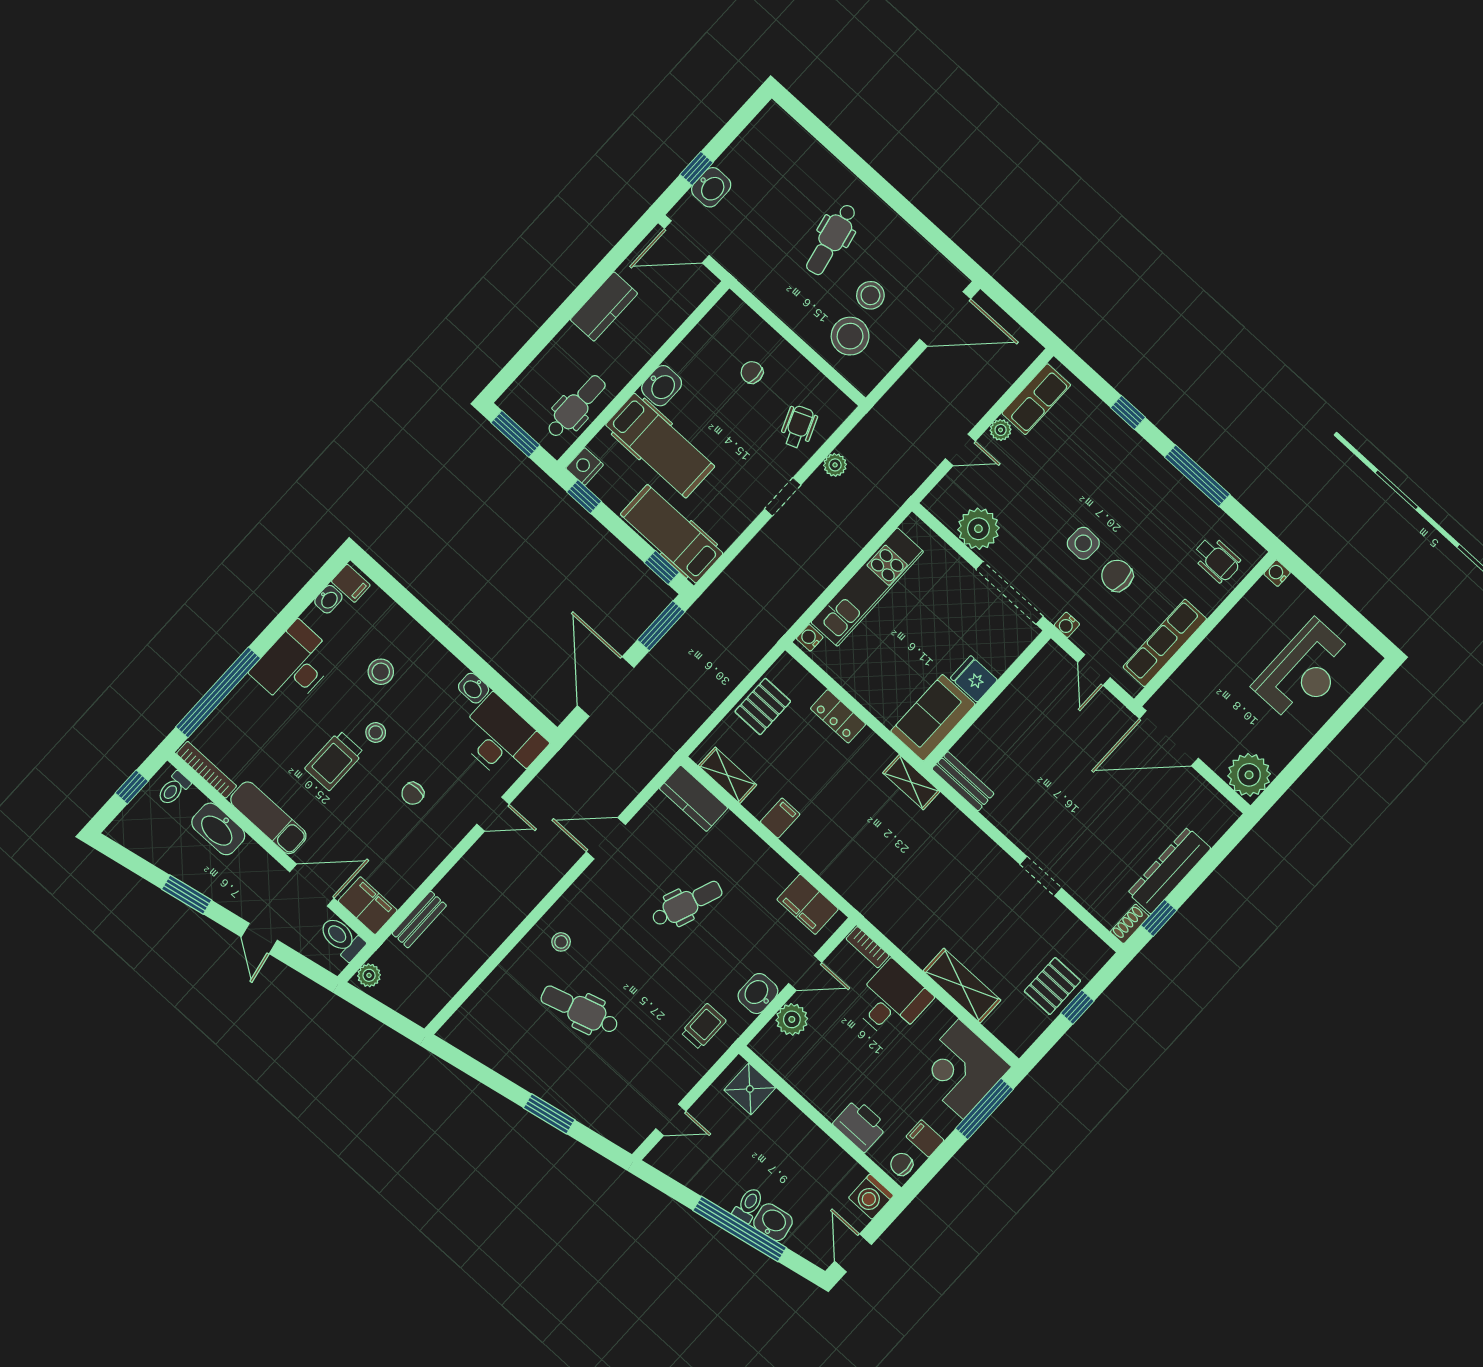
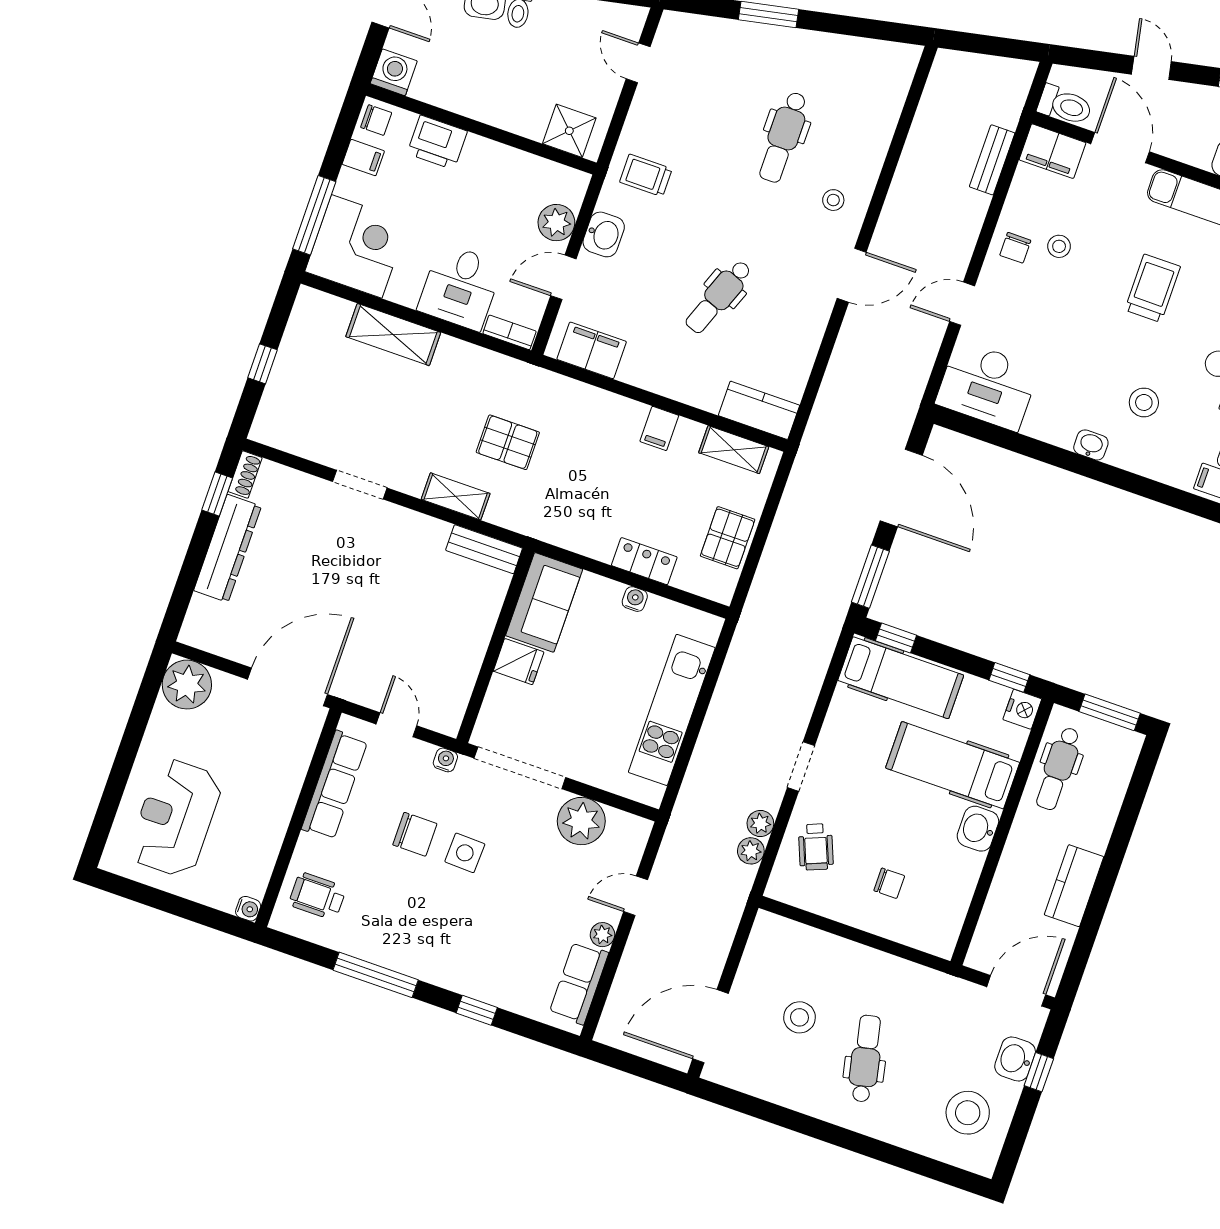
stool: (850, 336) -> (968, 1113), moved
water cooler: (810, 638) -> (635, 599), moved, turned -90
washbasin: (474, 688) -> (1091, 445), moved
stool: (376, 732) -> (1059, 246), moved
shelving: (911, 782) -> (456, 496), moved
chair: (413, 793) -> (1015, 248), moved, turned 180
door: (606, 838) -> (852, 275), moved
door: (312, 885) -> (1120, 148), swing flipped
plant: (369, 975) -> (751, 851), moved
pallet: (1052, 986) -> (508, 442), moved, turned 90
dental chair: (580, 1010) -> (783, 137), turned 107
trolley: (704, 1027) -> (646, 175), turned 90
door: (671, 1120) -> (638, 63), hinge flipped

